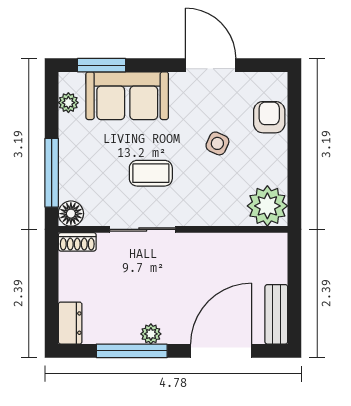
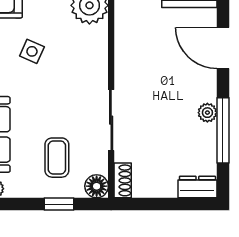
window: (52, 173) -> (59, 204), width x0.46
coffee table: (151, 173) -> (57, 158), moved
door: (221, 351) -> (223, 48), width x0.73

